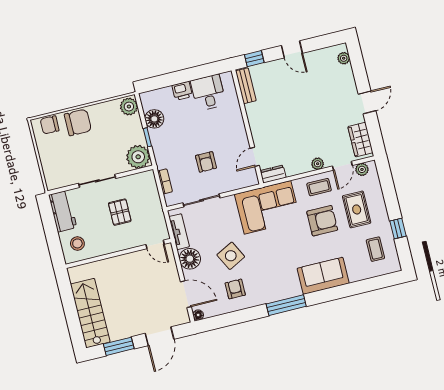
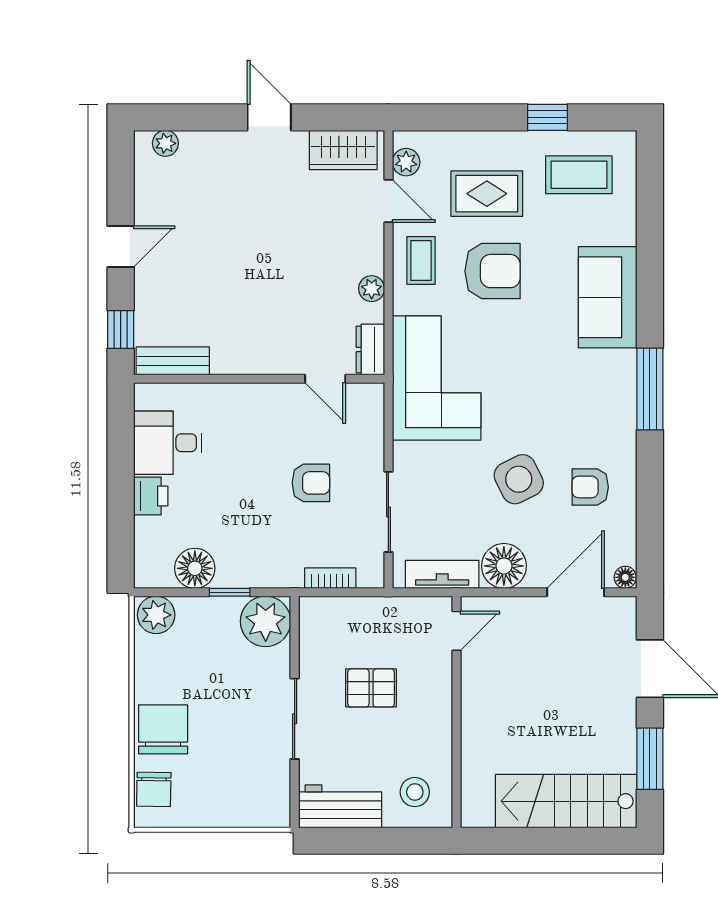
plant: (318, 164) -> (372, 289), moved
armchair: (322, 221) -> (493, 271), turned 90
coffee table: (375, 249) -> (579, 175), width x1.36, depth x1.30

